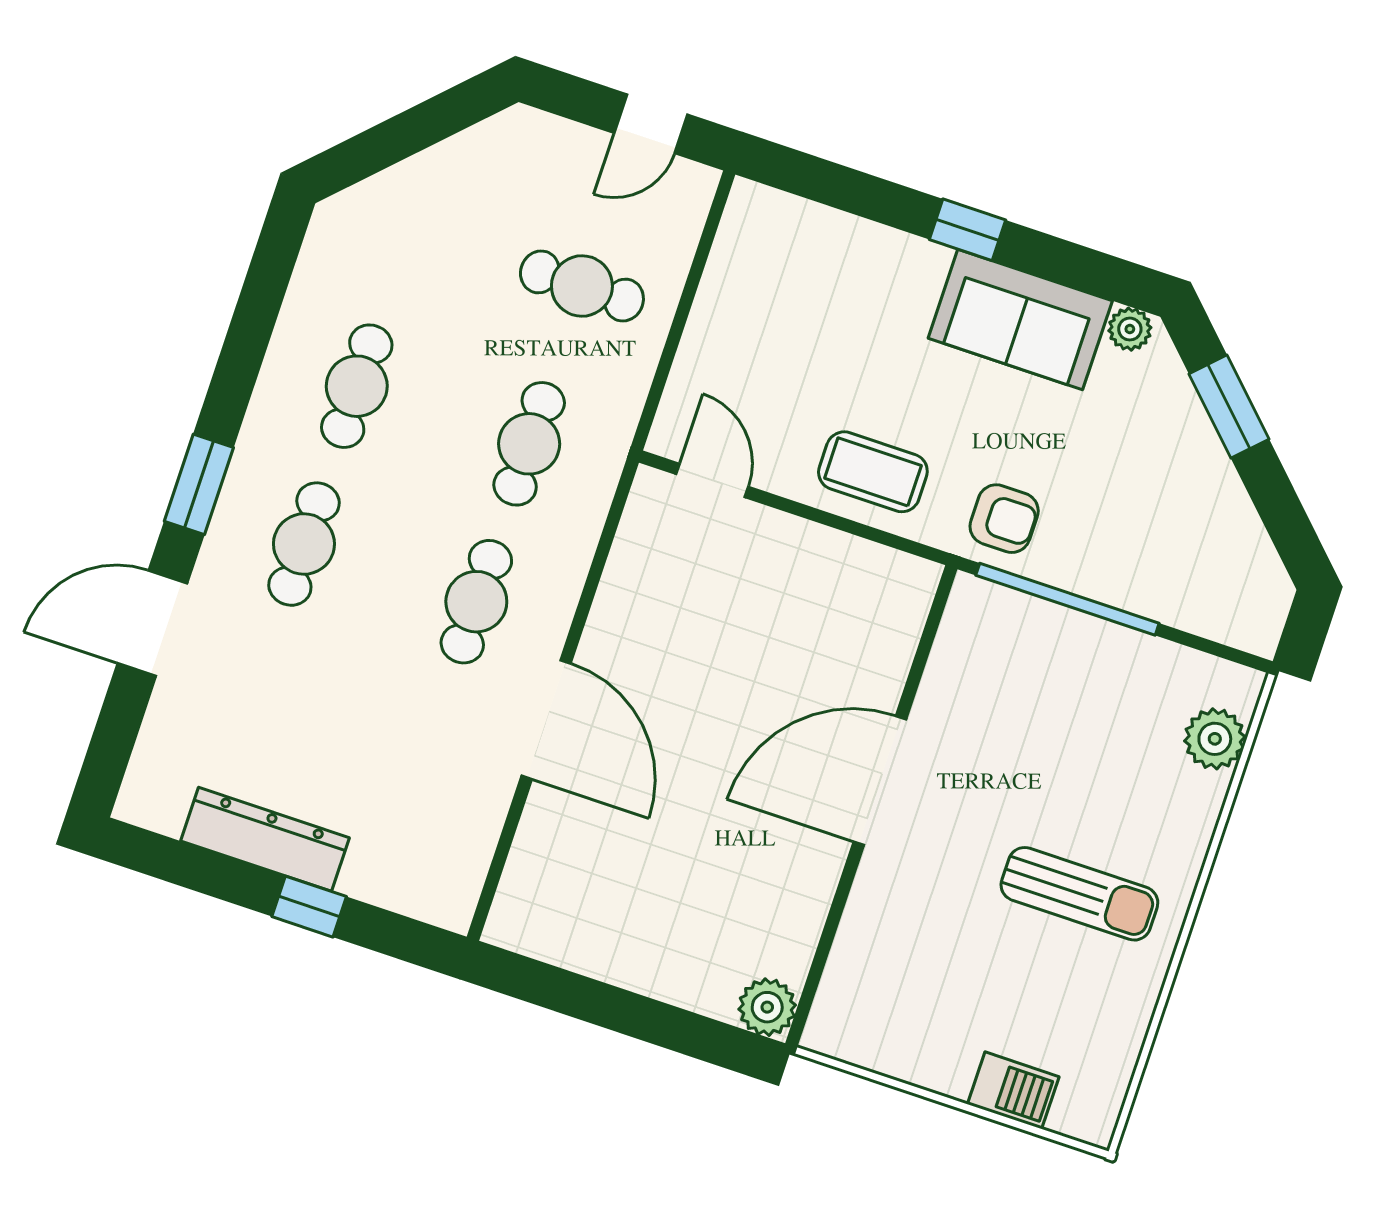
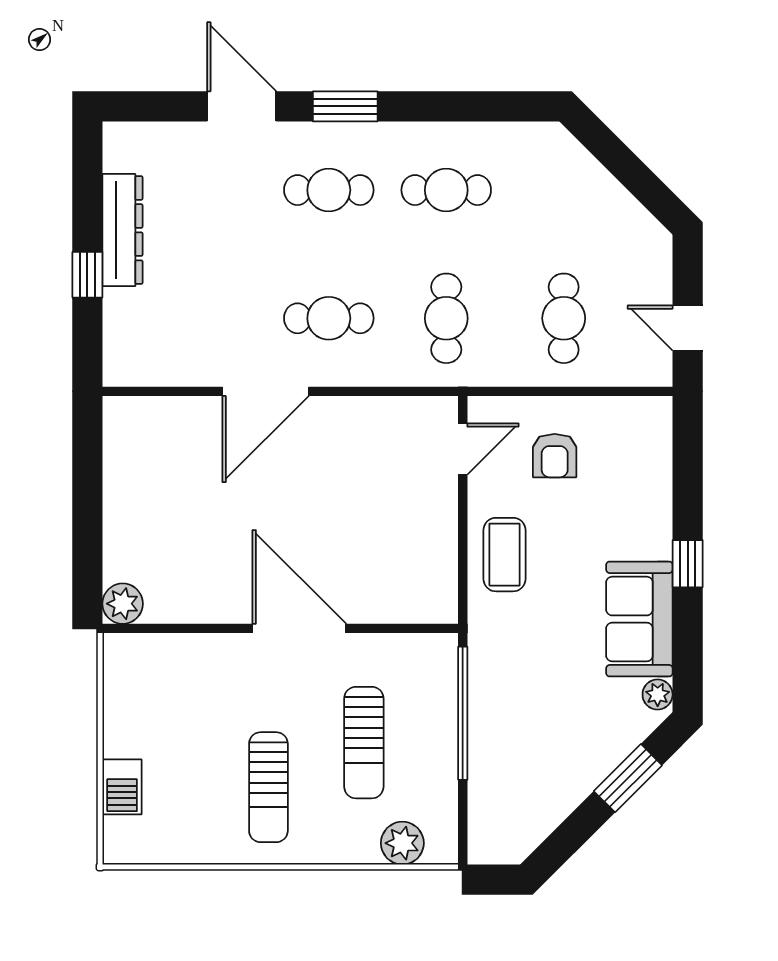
cafe table: (529, 444) -> (446, 318), turned 90
armchair: (1004, 519) -> (555, 456), moved
sun lounger: (1062, 745) -> (364, 743), added

